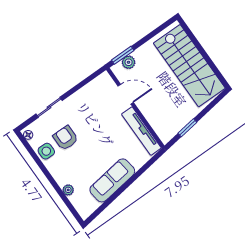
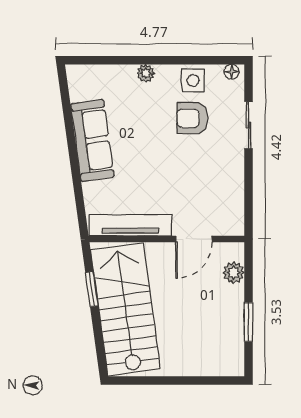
window: (123, 55) -> (248, 322), moved
stairs: (189, 66) -> (126, 309), moved, turned 82
armchair: (65, 138) -> (192, 118), turned 180
plant: (68, 190) -> (146, 73), moved

